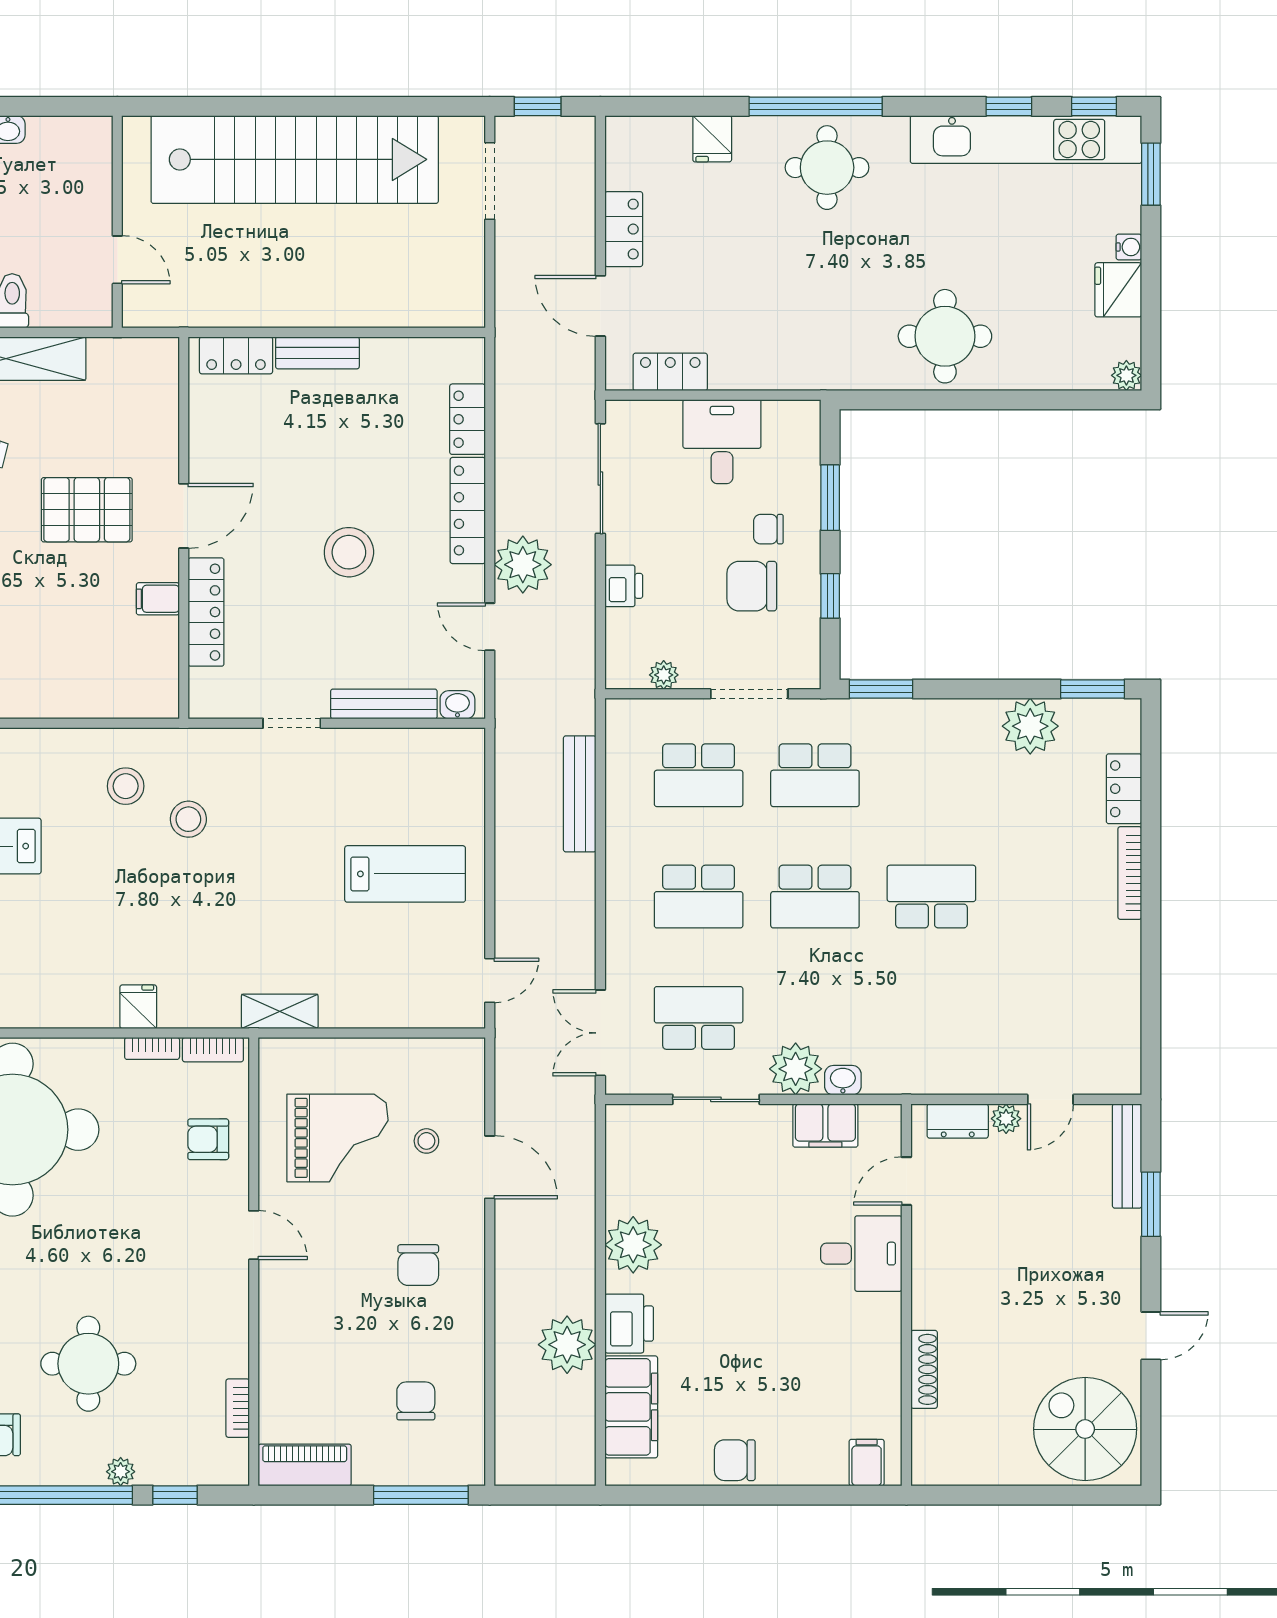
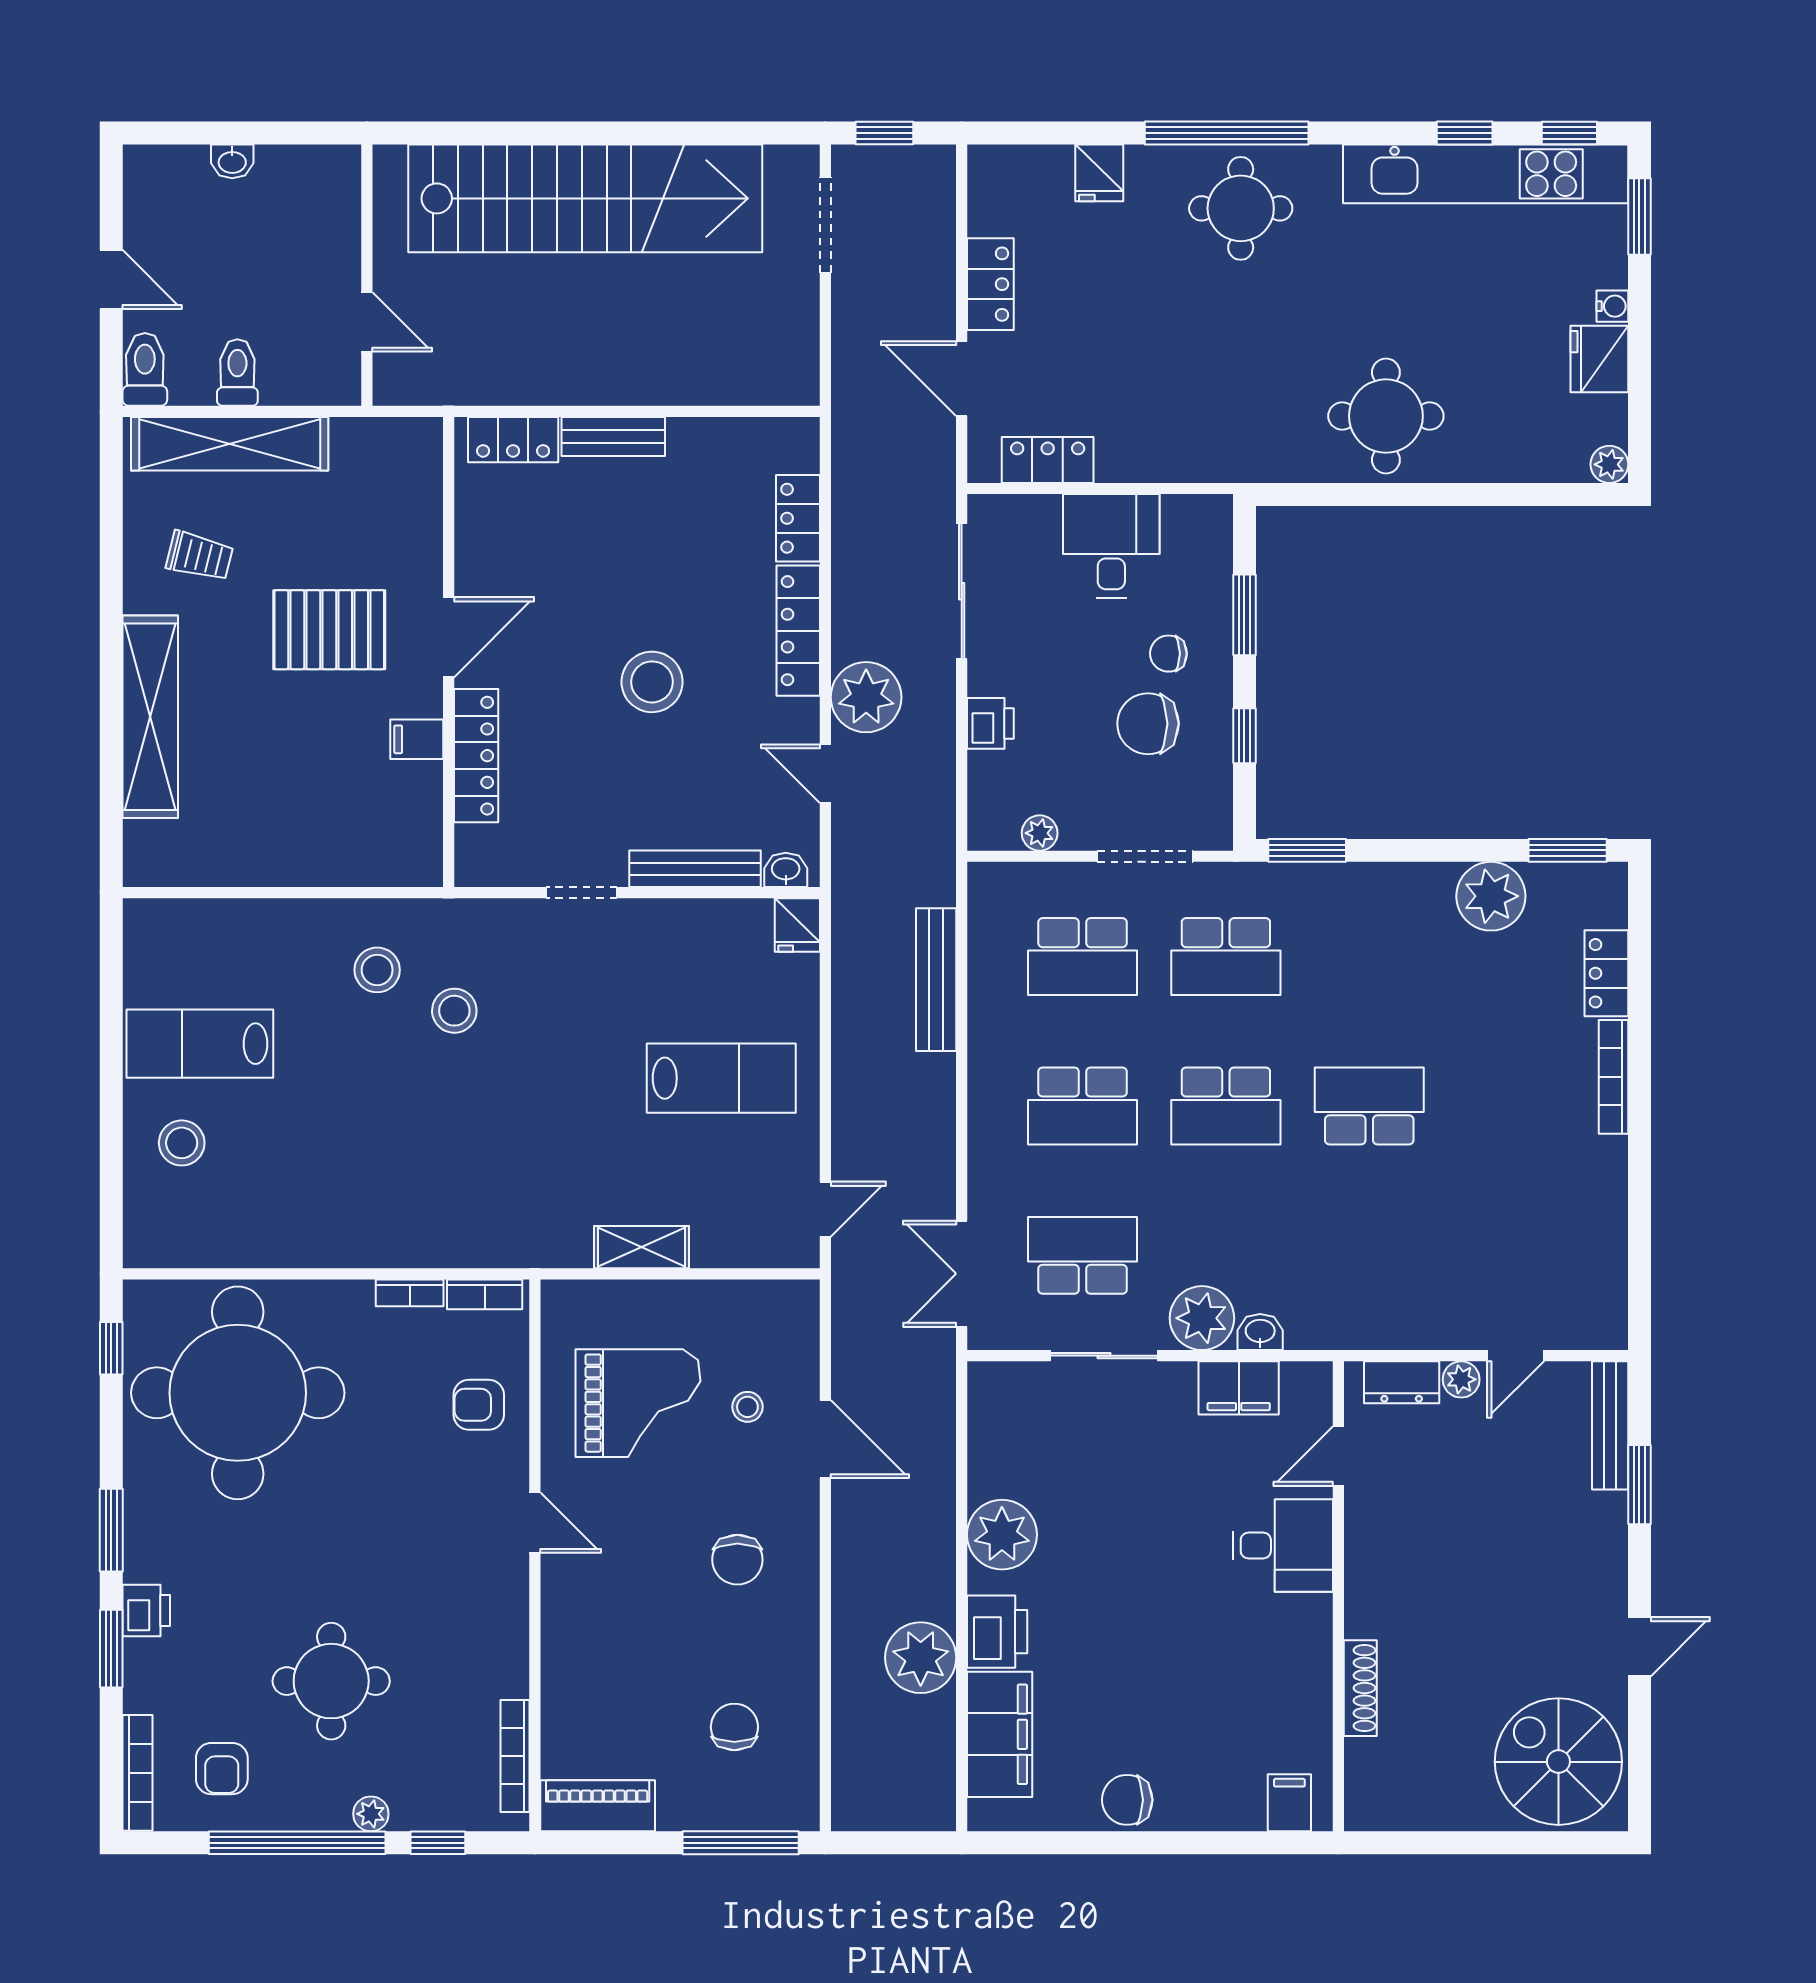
fridge: (138, 1007) -> (797, 925), moved, turned 180
shelving: (280, 1011) -> (641, 1247), moved
bookcase: (238, 1408) -> (515, 1756), width x1.56

